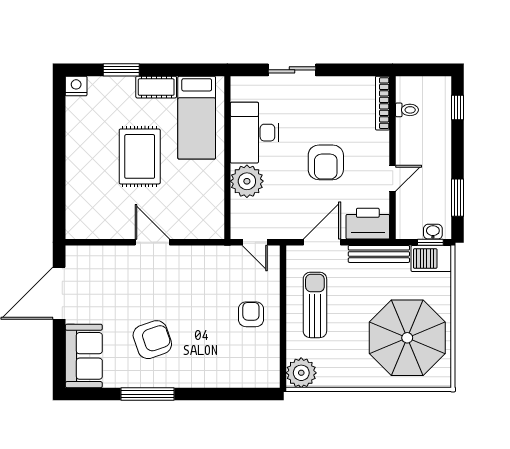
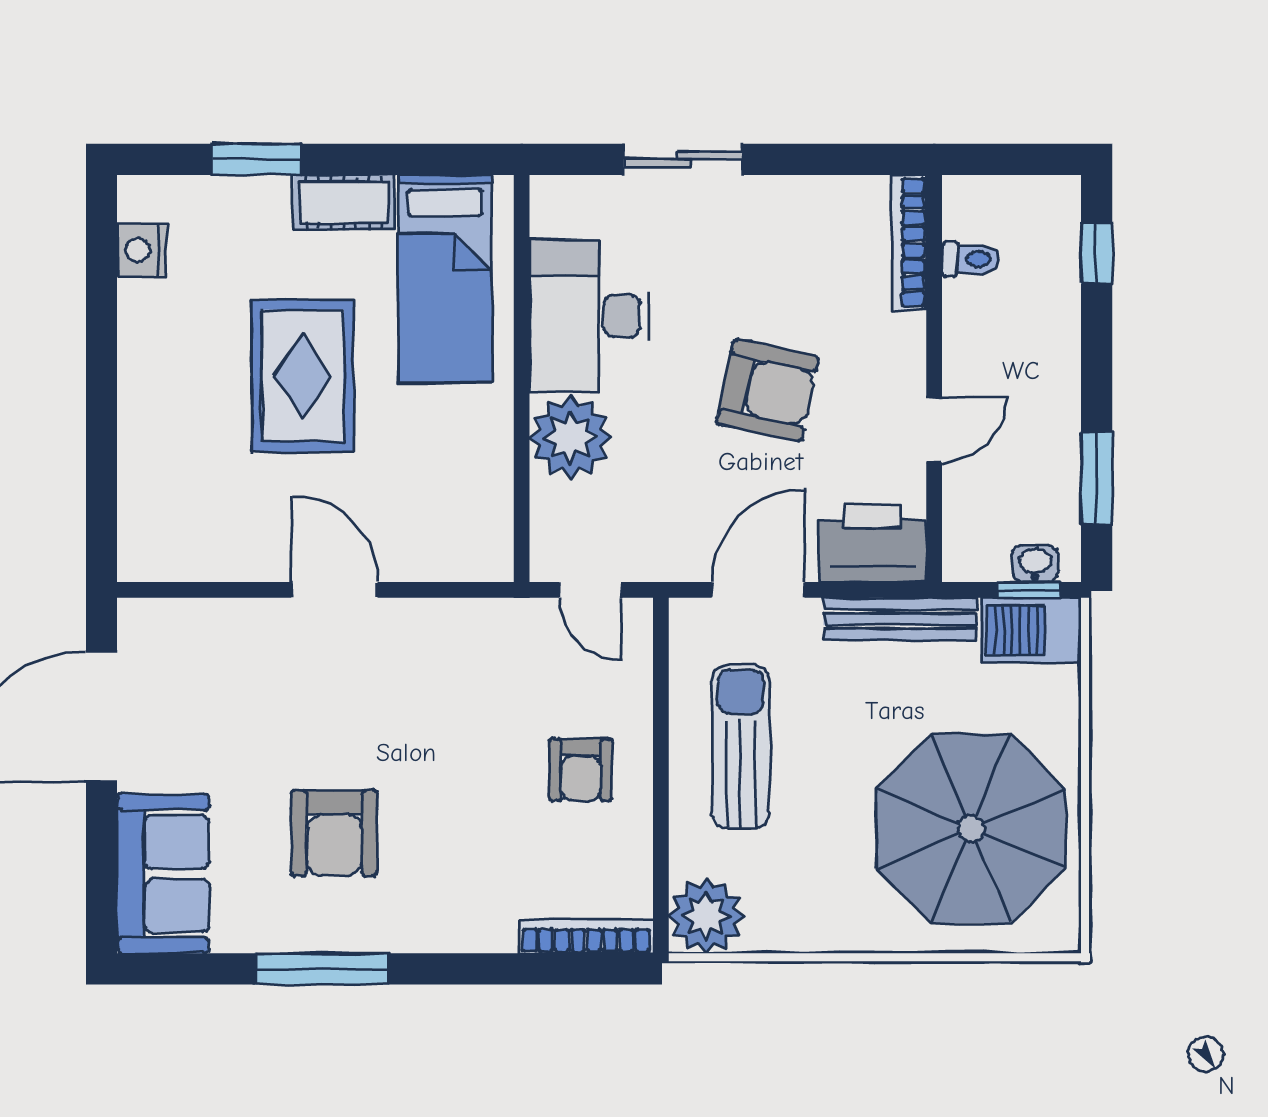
nightstand: (76, 86) -> (142, 250), moved, turned -90
armchair: (326, 162) -> (768, 390), turned -78
armchair: (251, 314) -> (581, 770), turned 180
armchair: (152, 340) -> (334, 833), turned 109
bookcase: (253, 381) -> (586, 936), added

